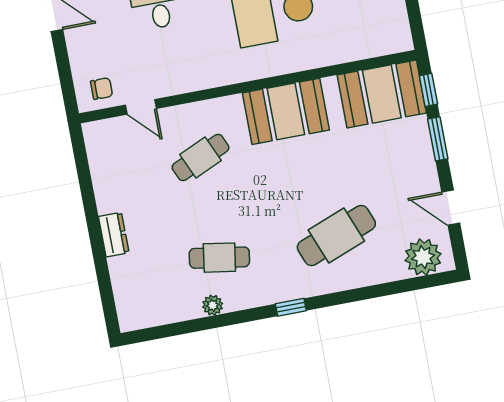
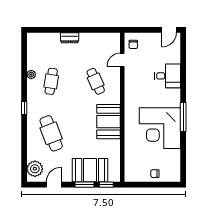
booth: (382, 94) -> (90, 170), moved, turned 90

